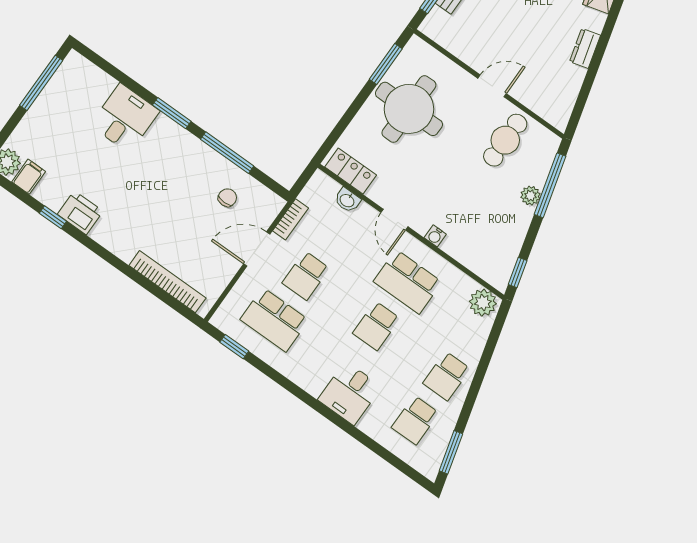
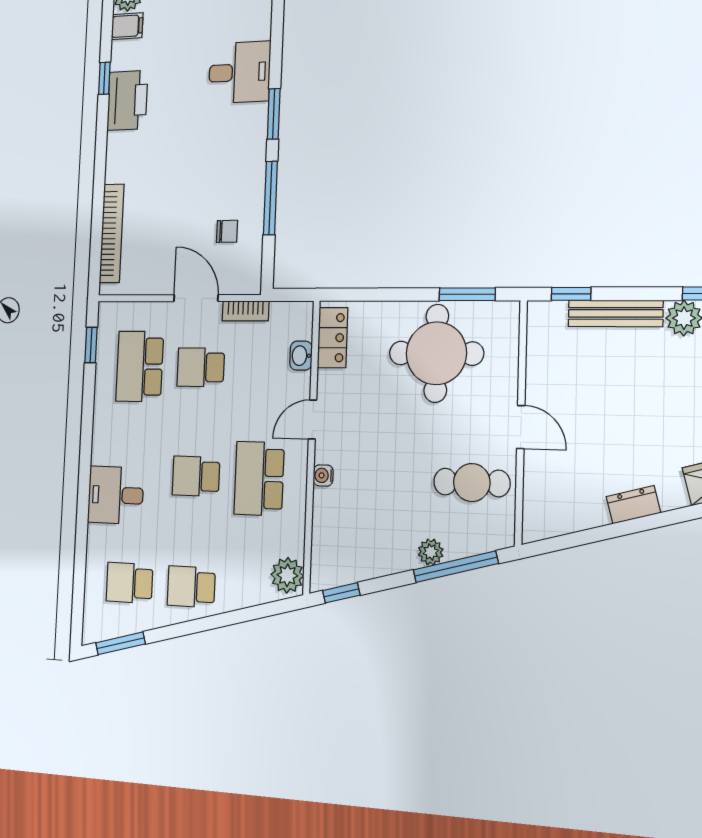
printer: (80, 213) -> (127, 100), width x1.37, depth x1.19

